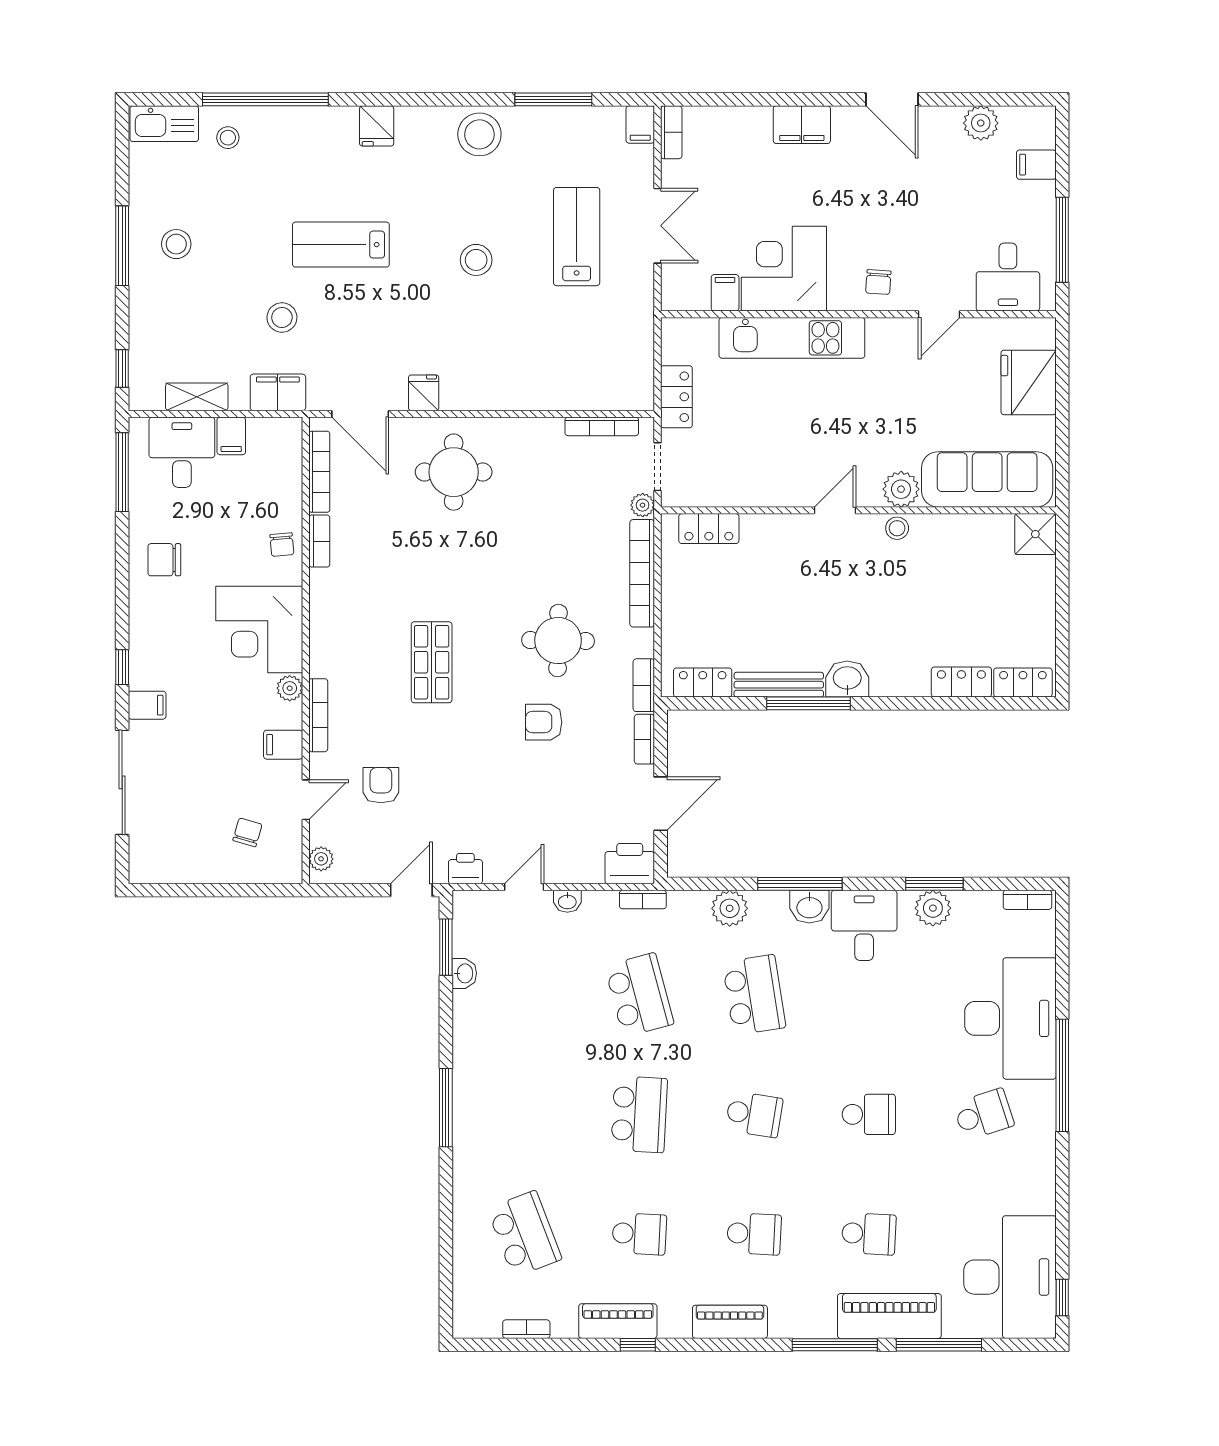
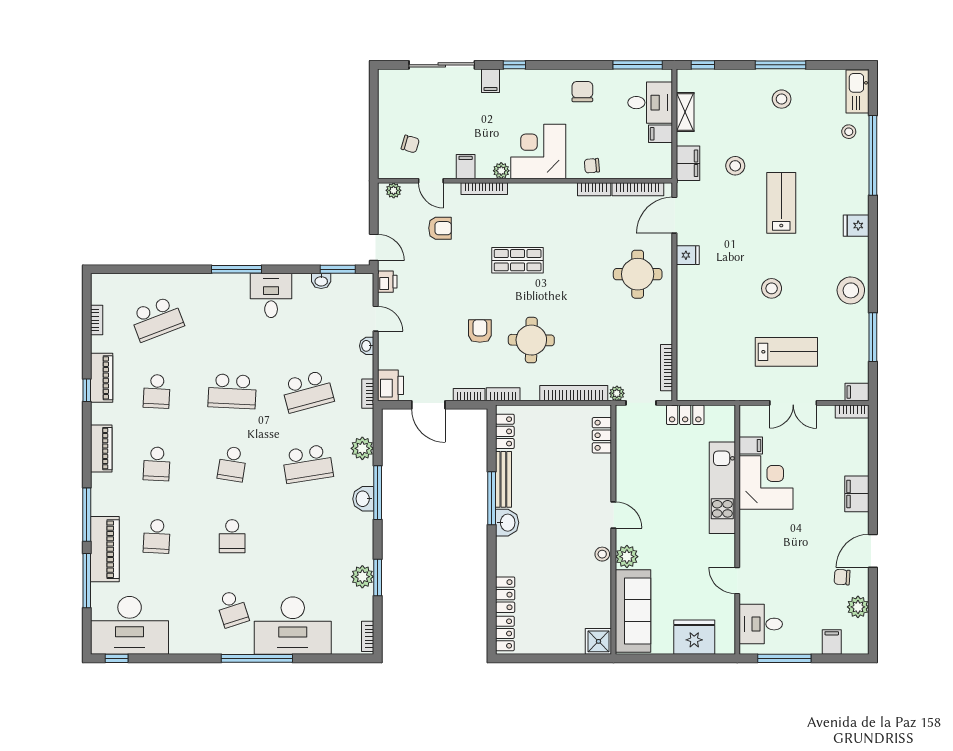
chair: (878, 282) -> (842, 577), moved
desk: (864, 925) -> (271, 295), moved, turned -90

